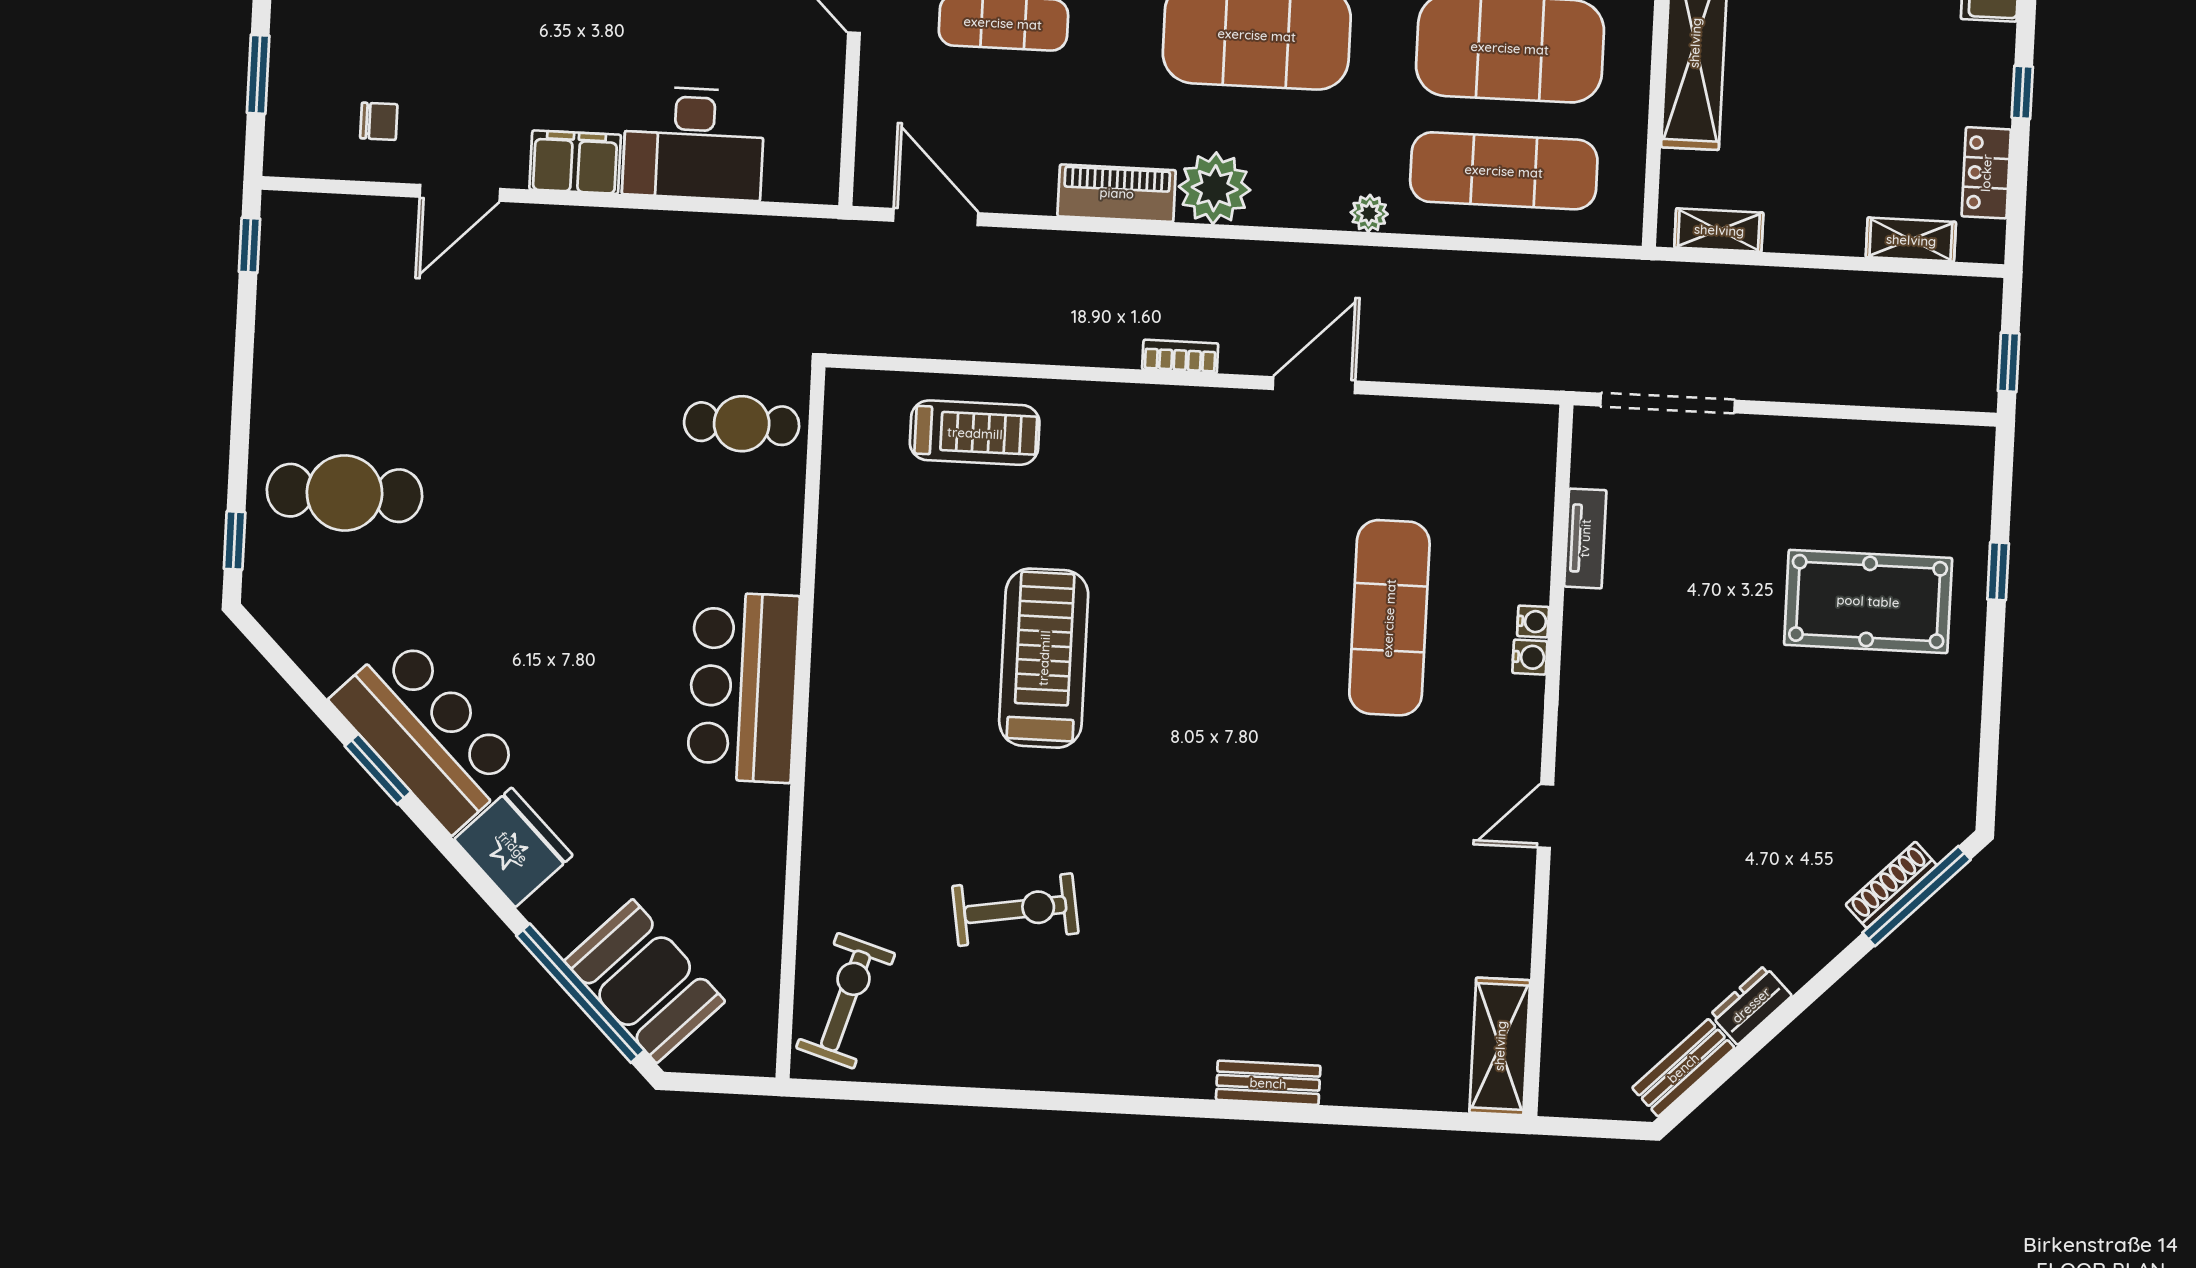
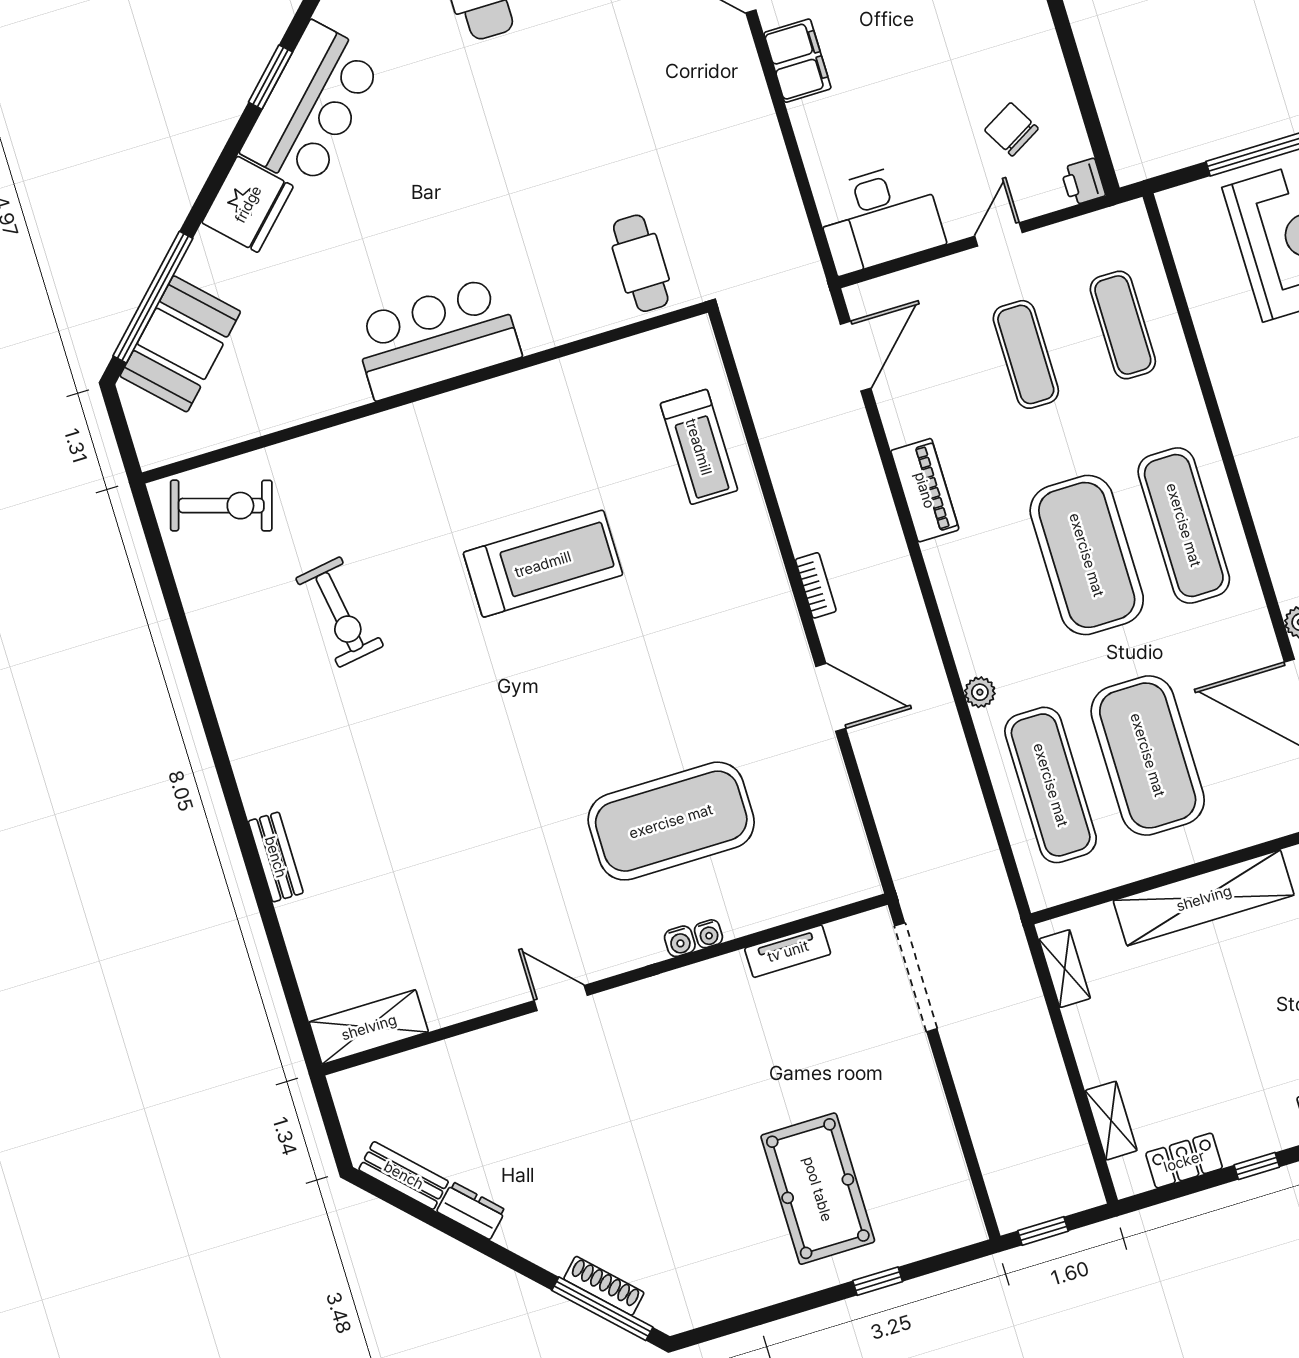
desk: (694, 143) -> (879, 218), moved, turned -90
plant: (1215, 188) -> (956, 565), removed
exercise mat: (1389, 618) -> (671, 821), width x1.47

